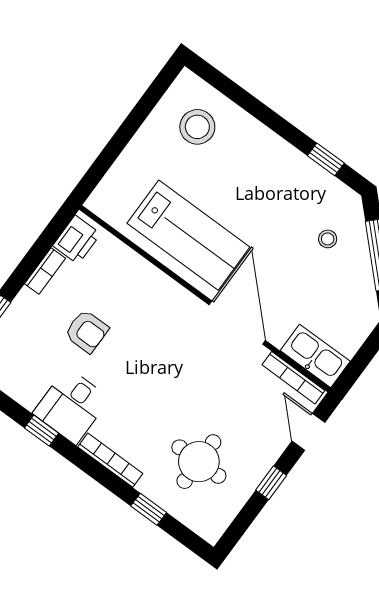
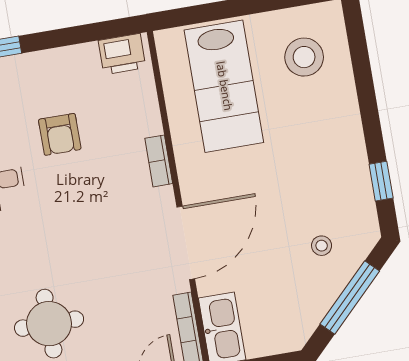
lab bench: (188, 235) -> (224, 86), moved
bookcase: (45, 271) -> (159, 161), moved, turned 90

